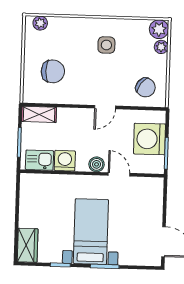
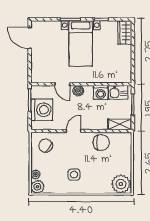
plant: (40, 23) -> (121, 184), width x1.88, depth x1.88
chair: (53, 71) -> (101, 143), moved, turned 180

